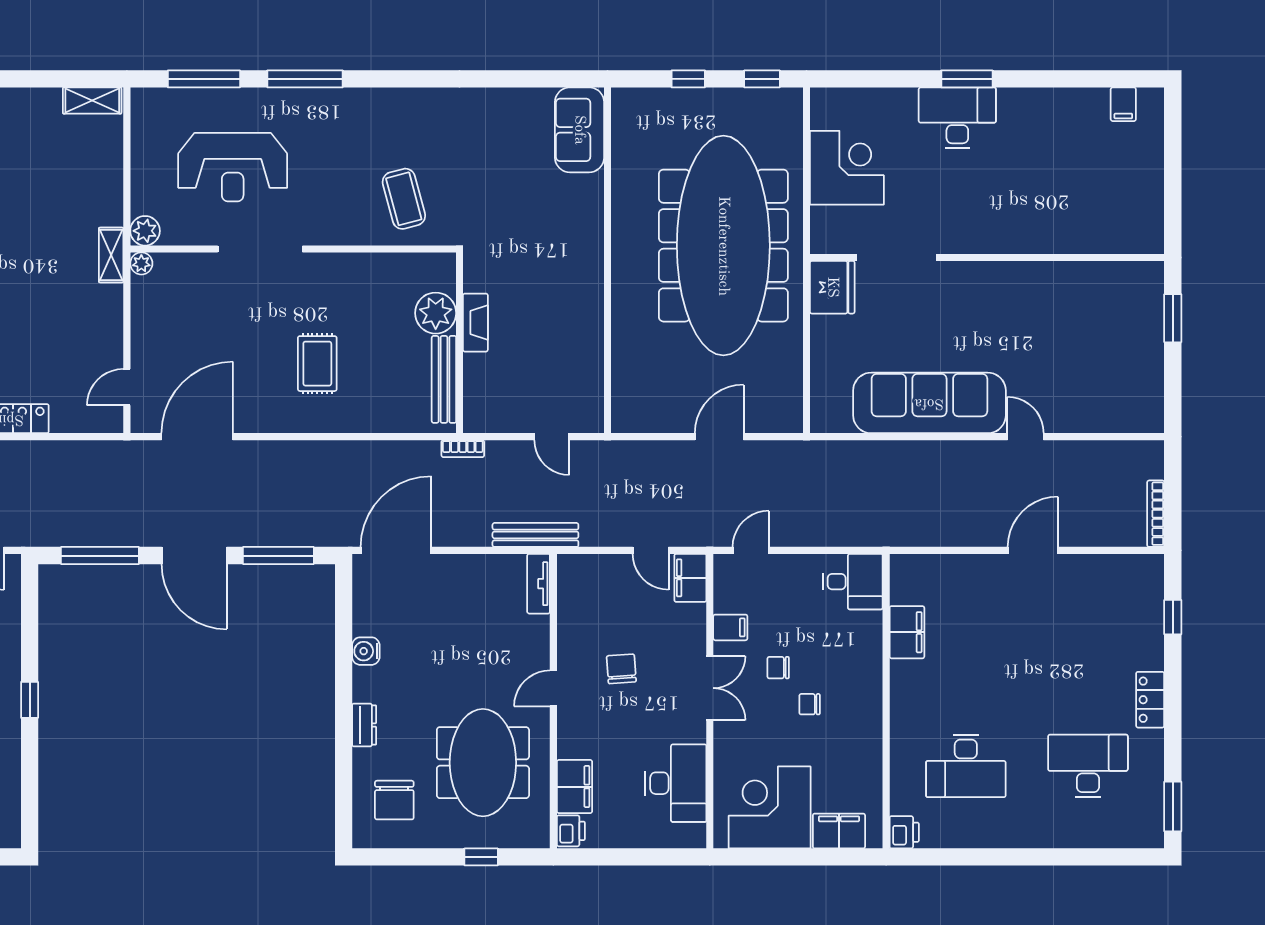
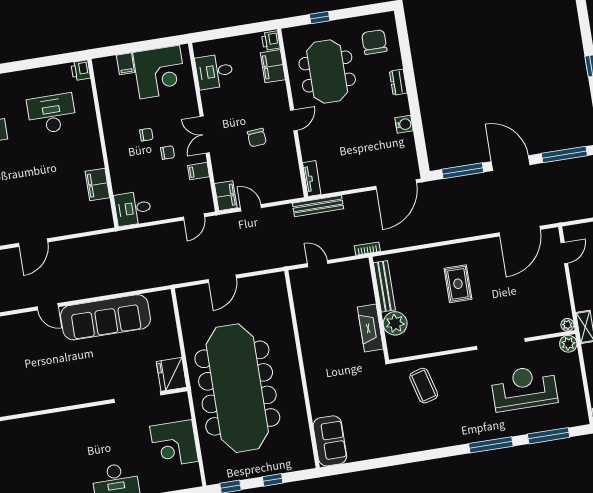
fireplace: (475, 323) -> (370, 328), width x1.37, depth x1.32
desk: (676, 783) -> (214, 71), width x0.73
filing cabinet: (839, 831) -> (125, 64), width x0.50

